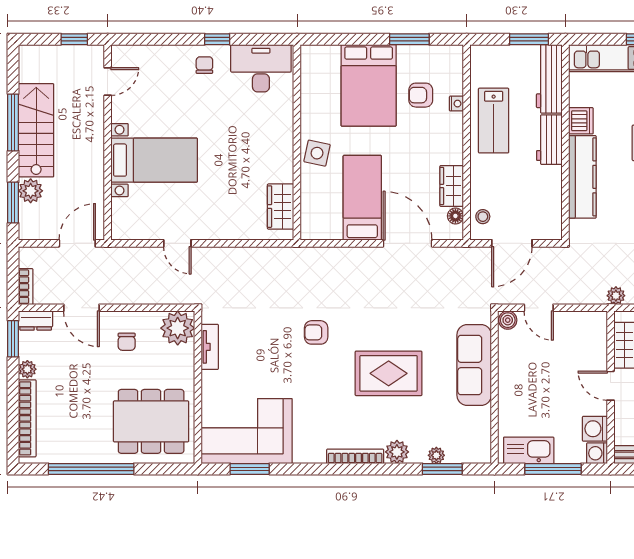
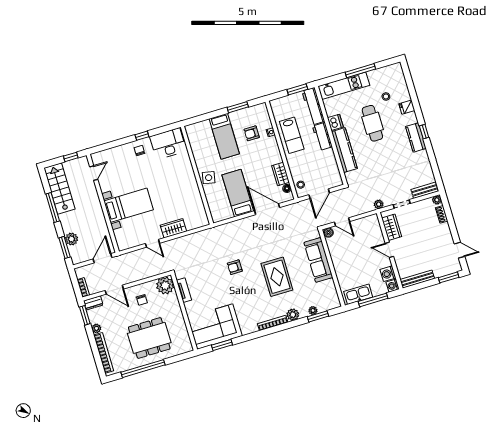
bed: (369, 85) -> (224, 136), width x0.67
stairs: (36, 130) -> (59, 189), moved
wardrobe: (281, 207) -> (173, 228), moved, turned 90
rug: (389, 373) -> (277, 277), turned 90
dining table: (151, 421) -> (149, 338), moved

